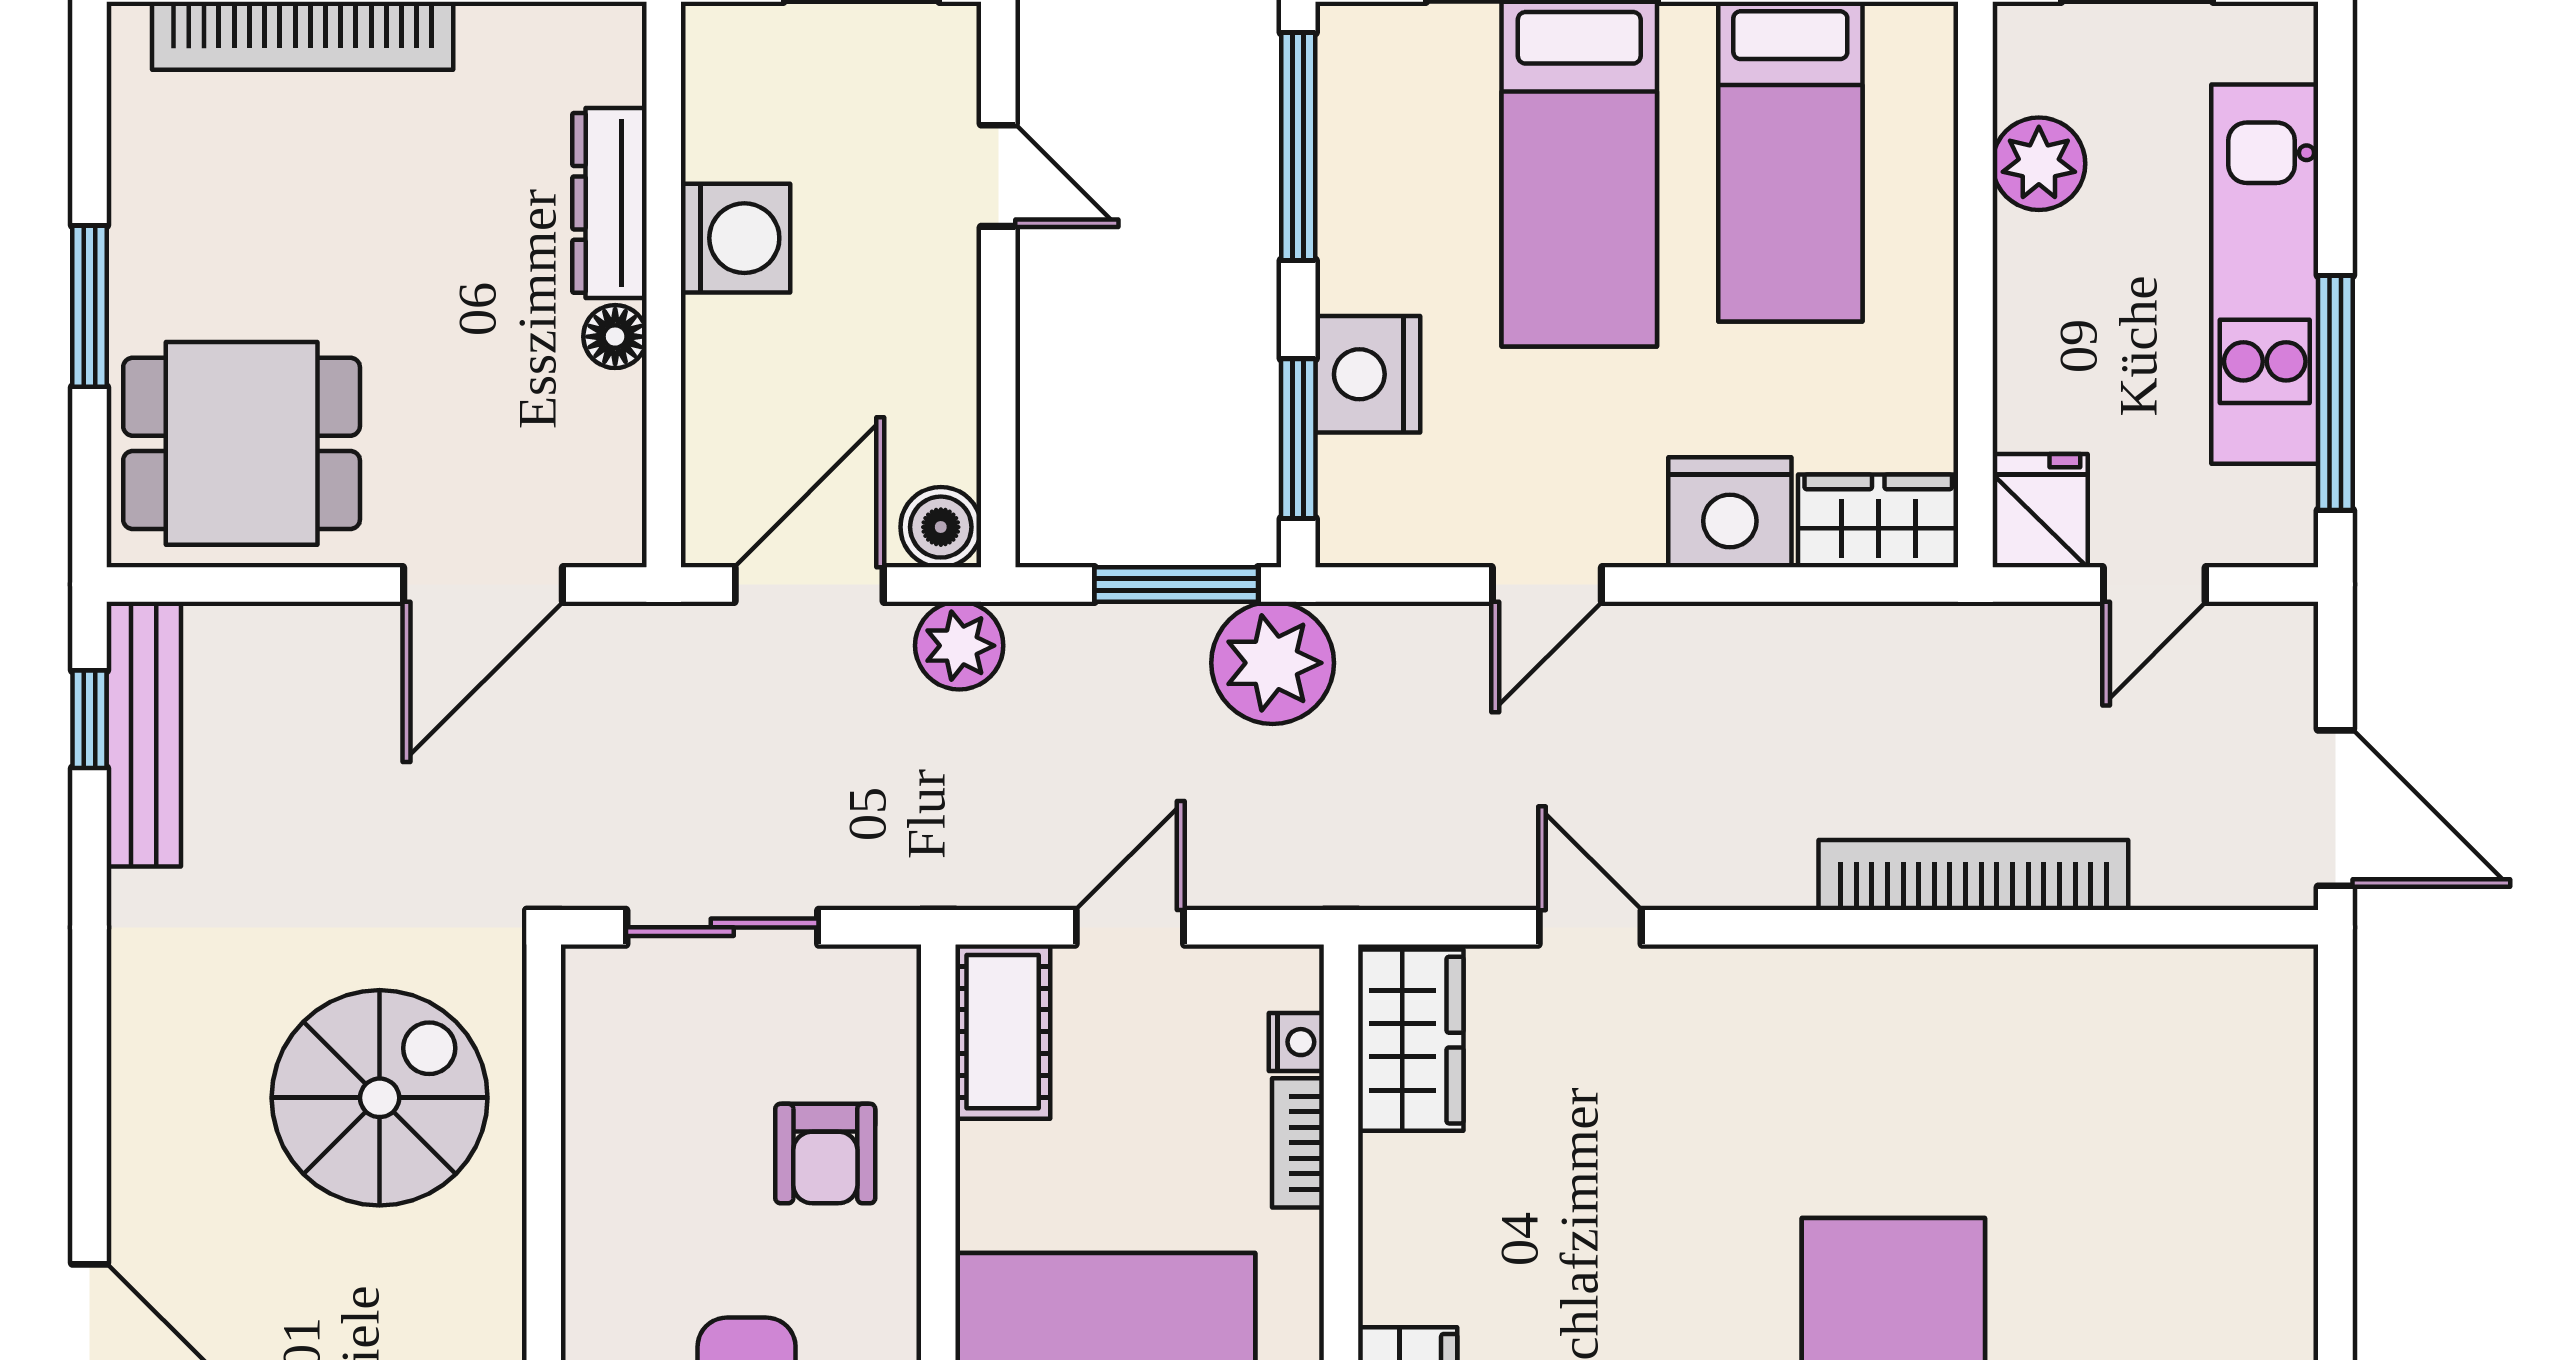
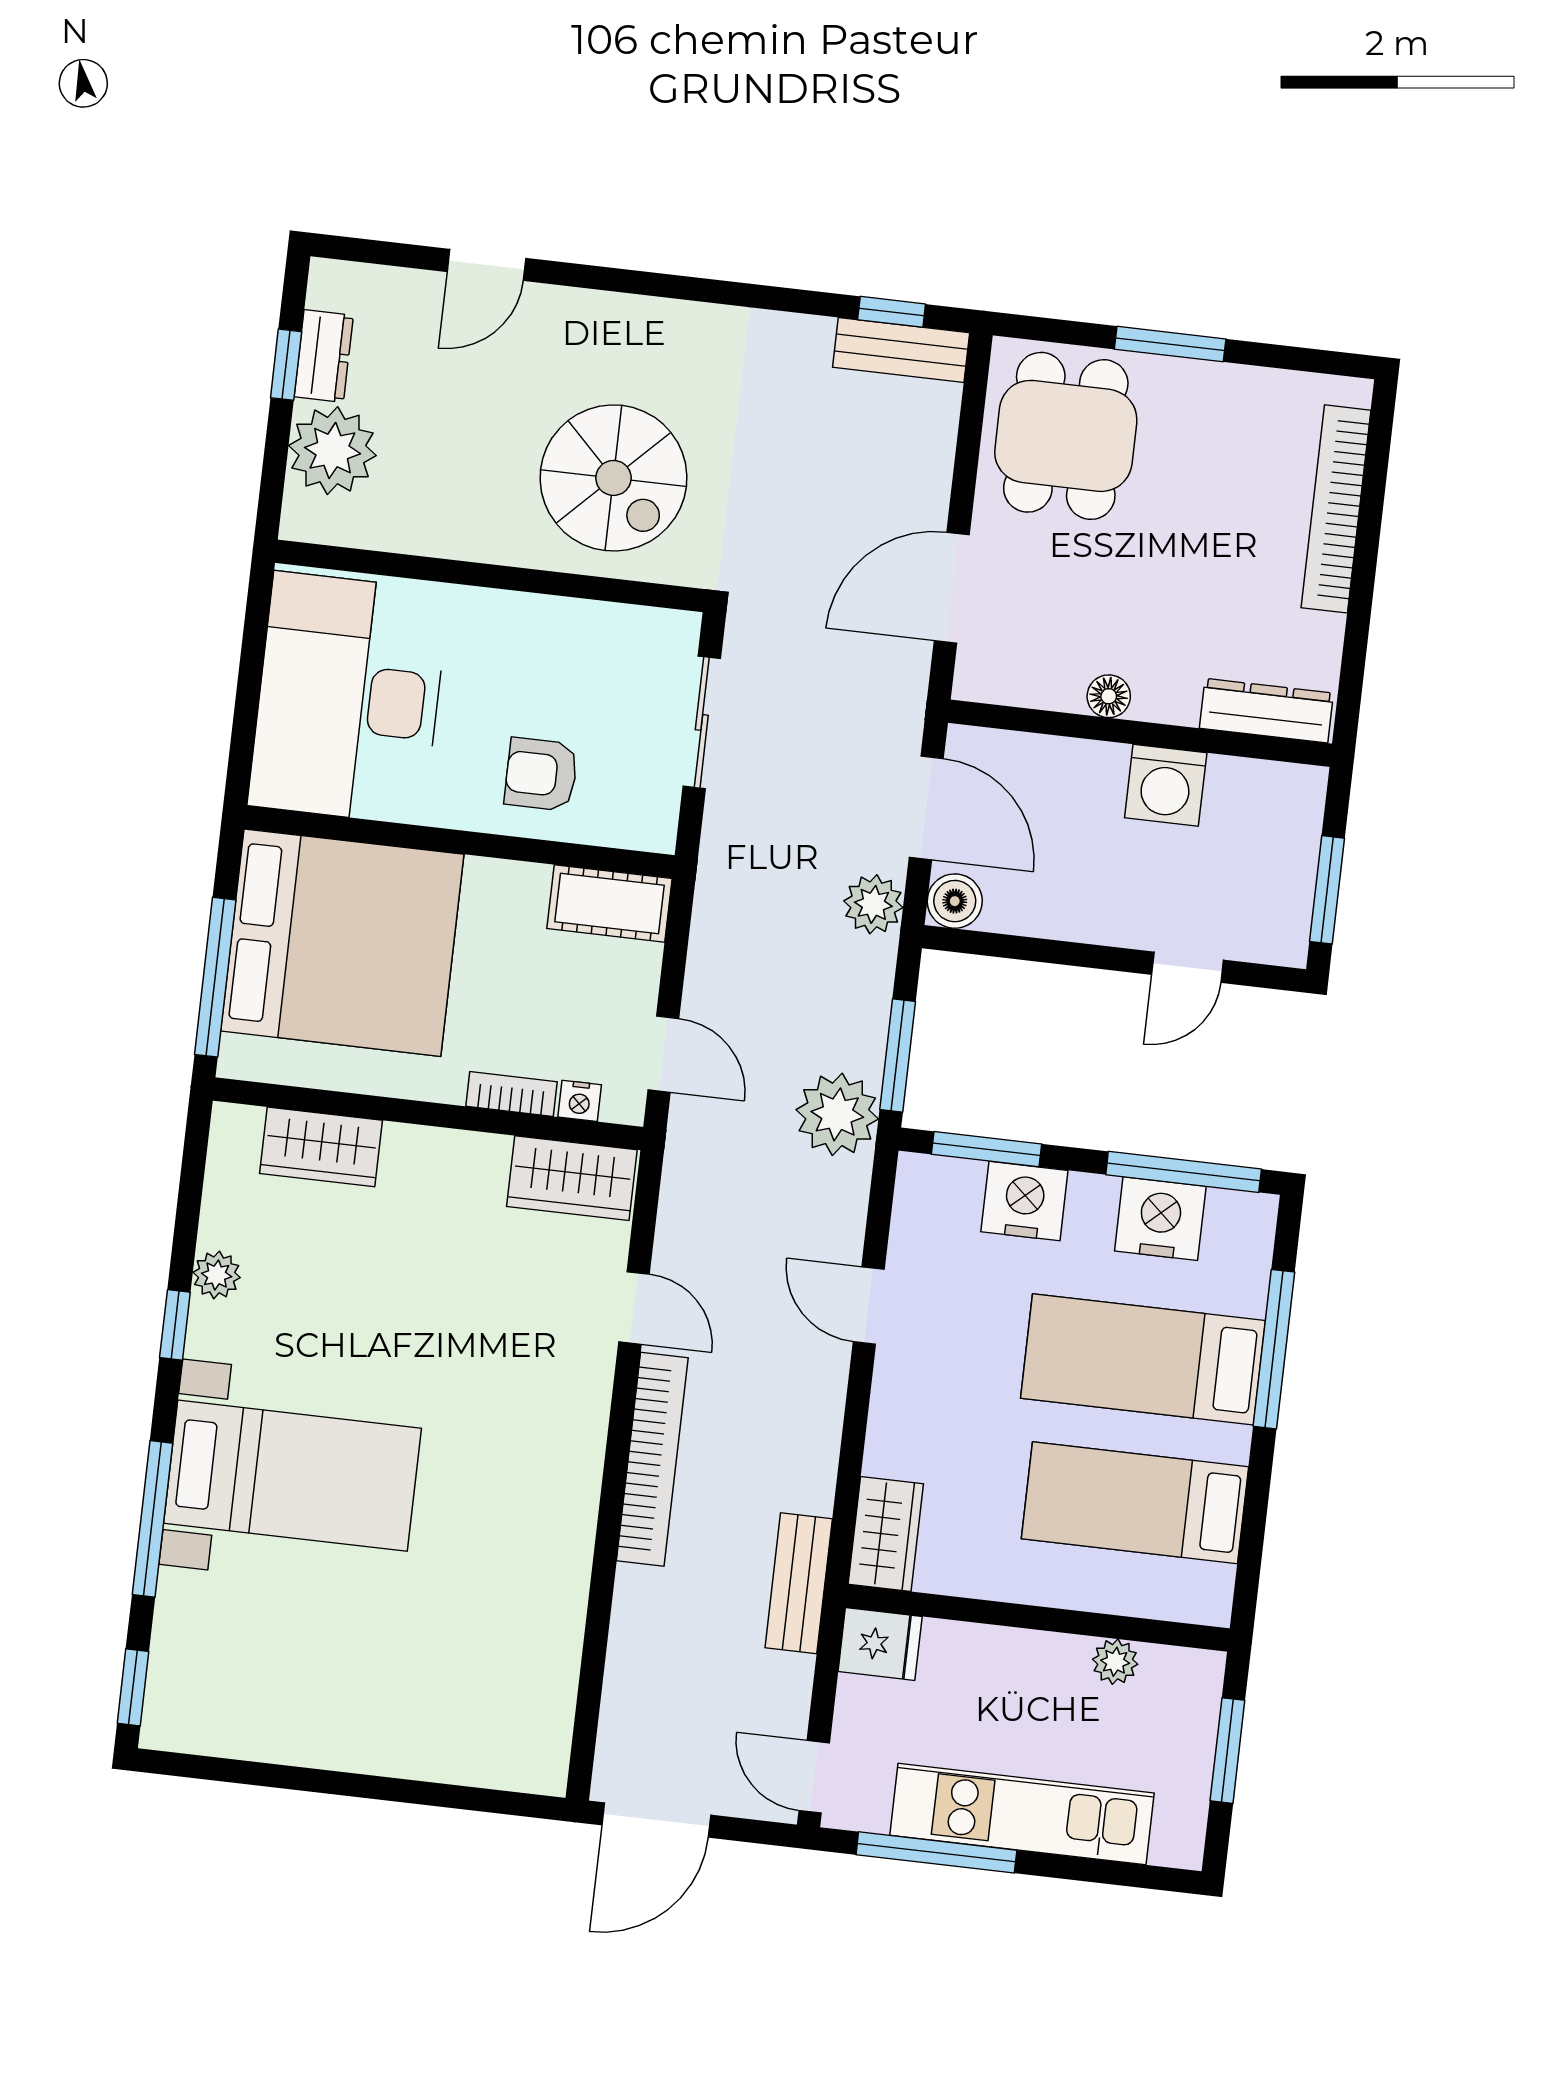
plant: (2039, 164) -> (1115, 1662), width x0.73, depth x0.73
dresser: (609, 203) -> (1266, 711), moved
nightstand: (1730, 512) -> (1160, 1219), moved, turned 90
door: (483, 584) -> (952, 588), hinge flipped
door: (2154, 584) -> (814, 1777), moved
bench: (1965, 640) -> (799, 1583), added
bench: (144, 734) -> (901, 350), width x0.73
bookcase: (1973, 875) -> (652, 1459), moved
door: (1130, 927) -> (663, 1054), moved
door: (1590, 927) -> (634, 1308), hinge flipped

